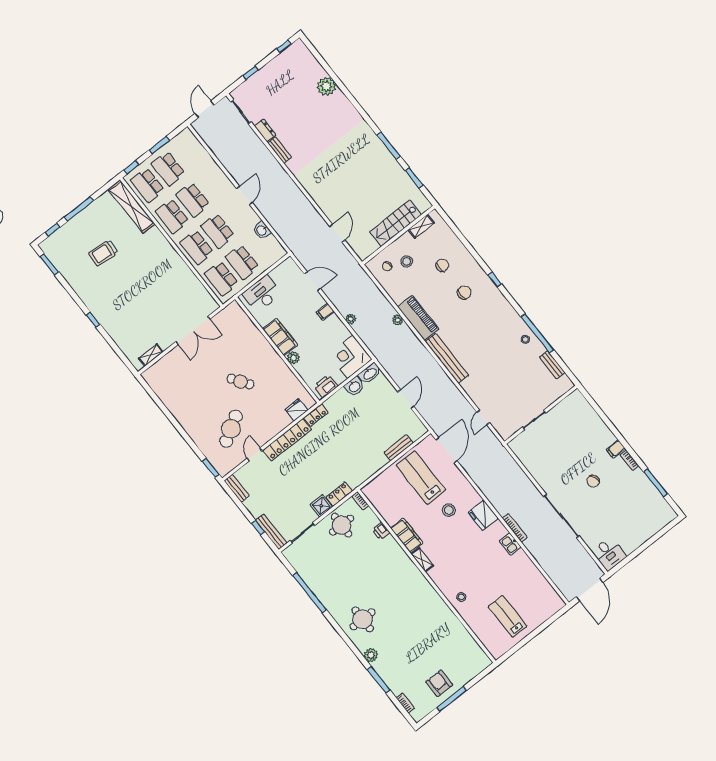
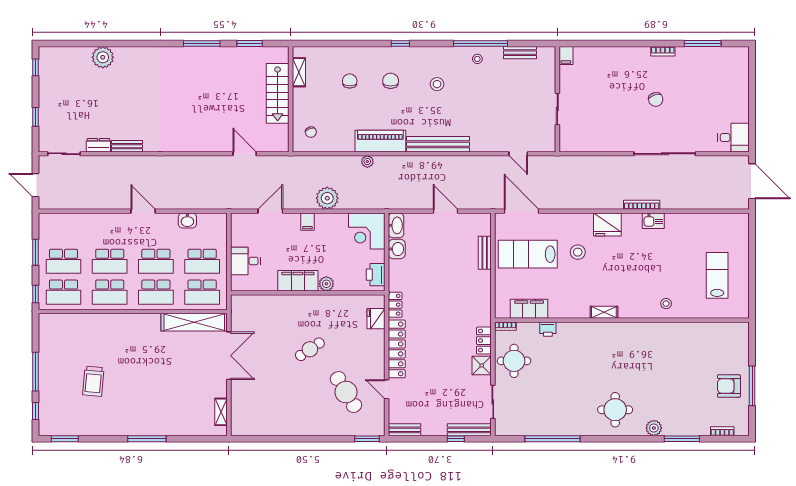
shelving: (131, 207) -> (194, 322), moved
stool: (407, 261) -> (437, 84), moved
desk: (262, 294) -> (245, 261), width x0.73
plant: (351, 319) -> (327, 198), width x1.87, depth x1.87
window: (93, 320) -> (147, 439), width x2.17
filing cabinet: (616, 449) -> (566, 56), moved
filing cabinet: (407, 535) -> (529, 309), moved
lab bench: (507, 616) -> (717, 275), turned 90

